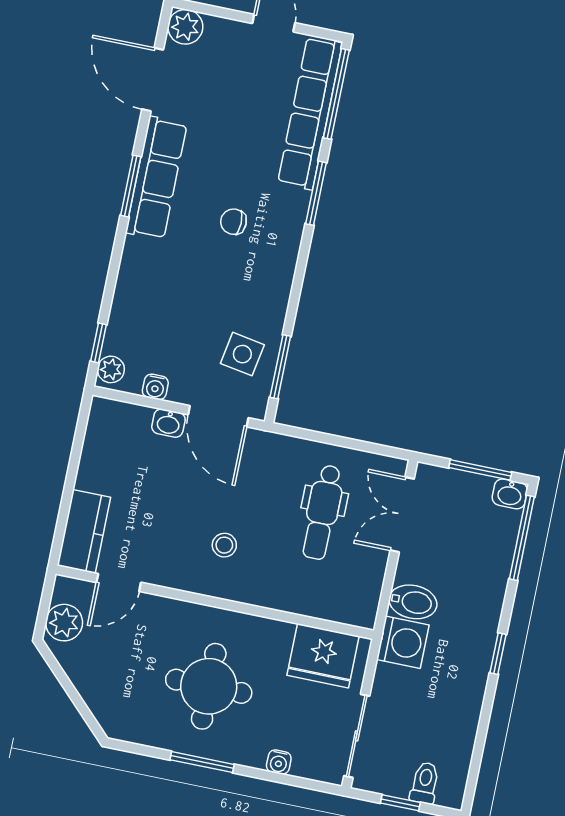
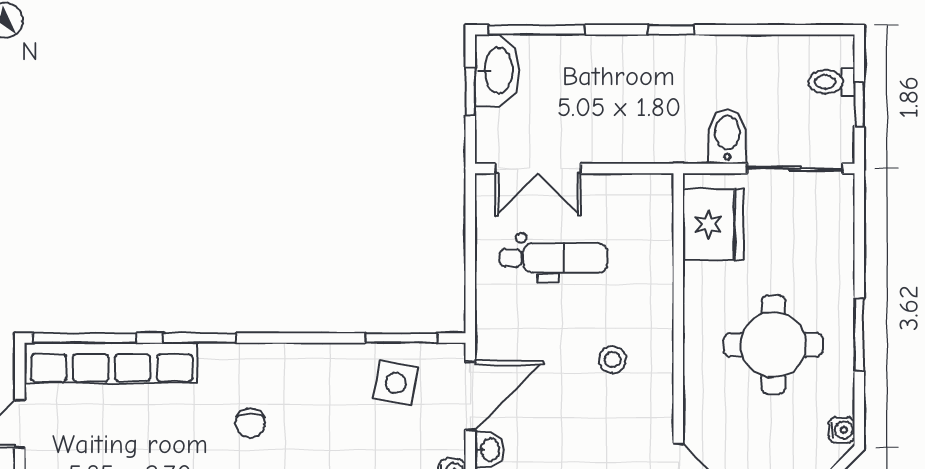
window: (480, 470) -> (470, 92), width x0.67
washbasin: (510, 494) -> (497, 71), width x1.91, depth x1.45
bidet: (413, 602) -> (727, 136), moved
washing machine: (403, 642) -> (680, 139), removed
water cooler: (279, 762) -> (842, 430), moved

